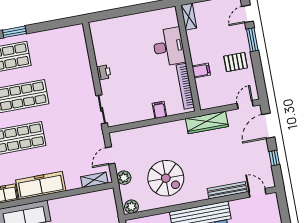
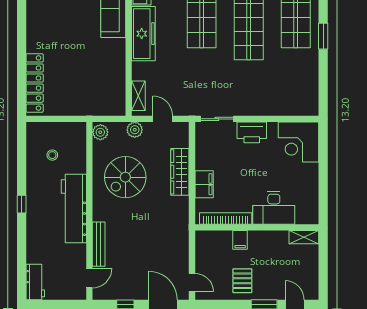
corner desk: (108, 36) -> (299, 142), added
printer: (104, 72) -> (252, 132), width x1.87, depth x1.48
filing cabinet: (159, 110) -> (204, 184), width x2.00
wardrobe: (207, 122) -> (180, 172), moved

